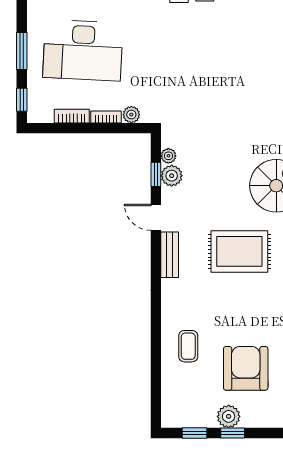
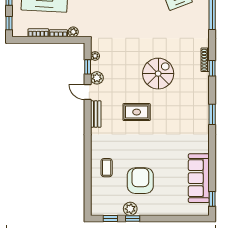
plant: (172, 176) -> (97, 78), moved
rug: (239, 251) -> (137, 112), width x0.73, depth x0.70

